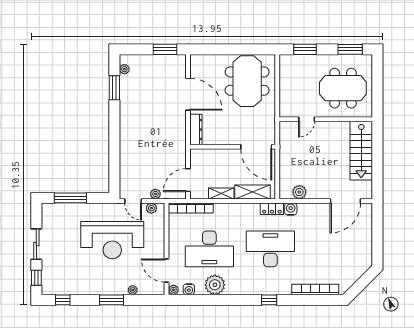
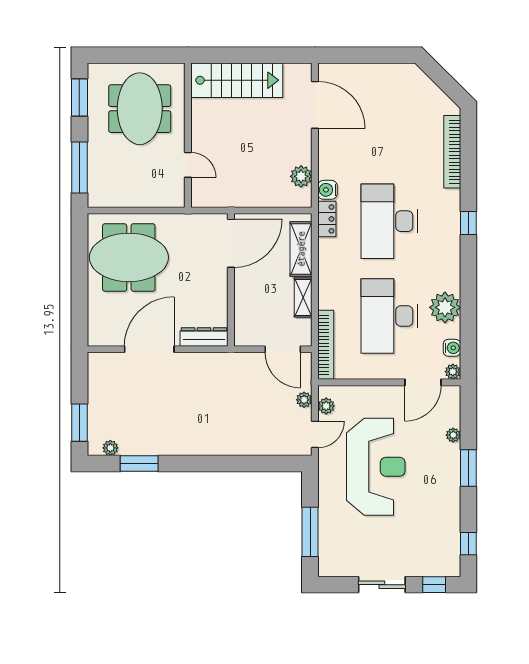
window: (165, 49) -> (79, 423), moved
window: (305, 49) -> (79, 168), width x1.44
desk: (209, 249) -> (389, 316), turned 180

